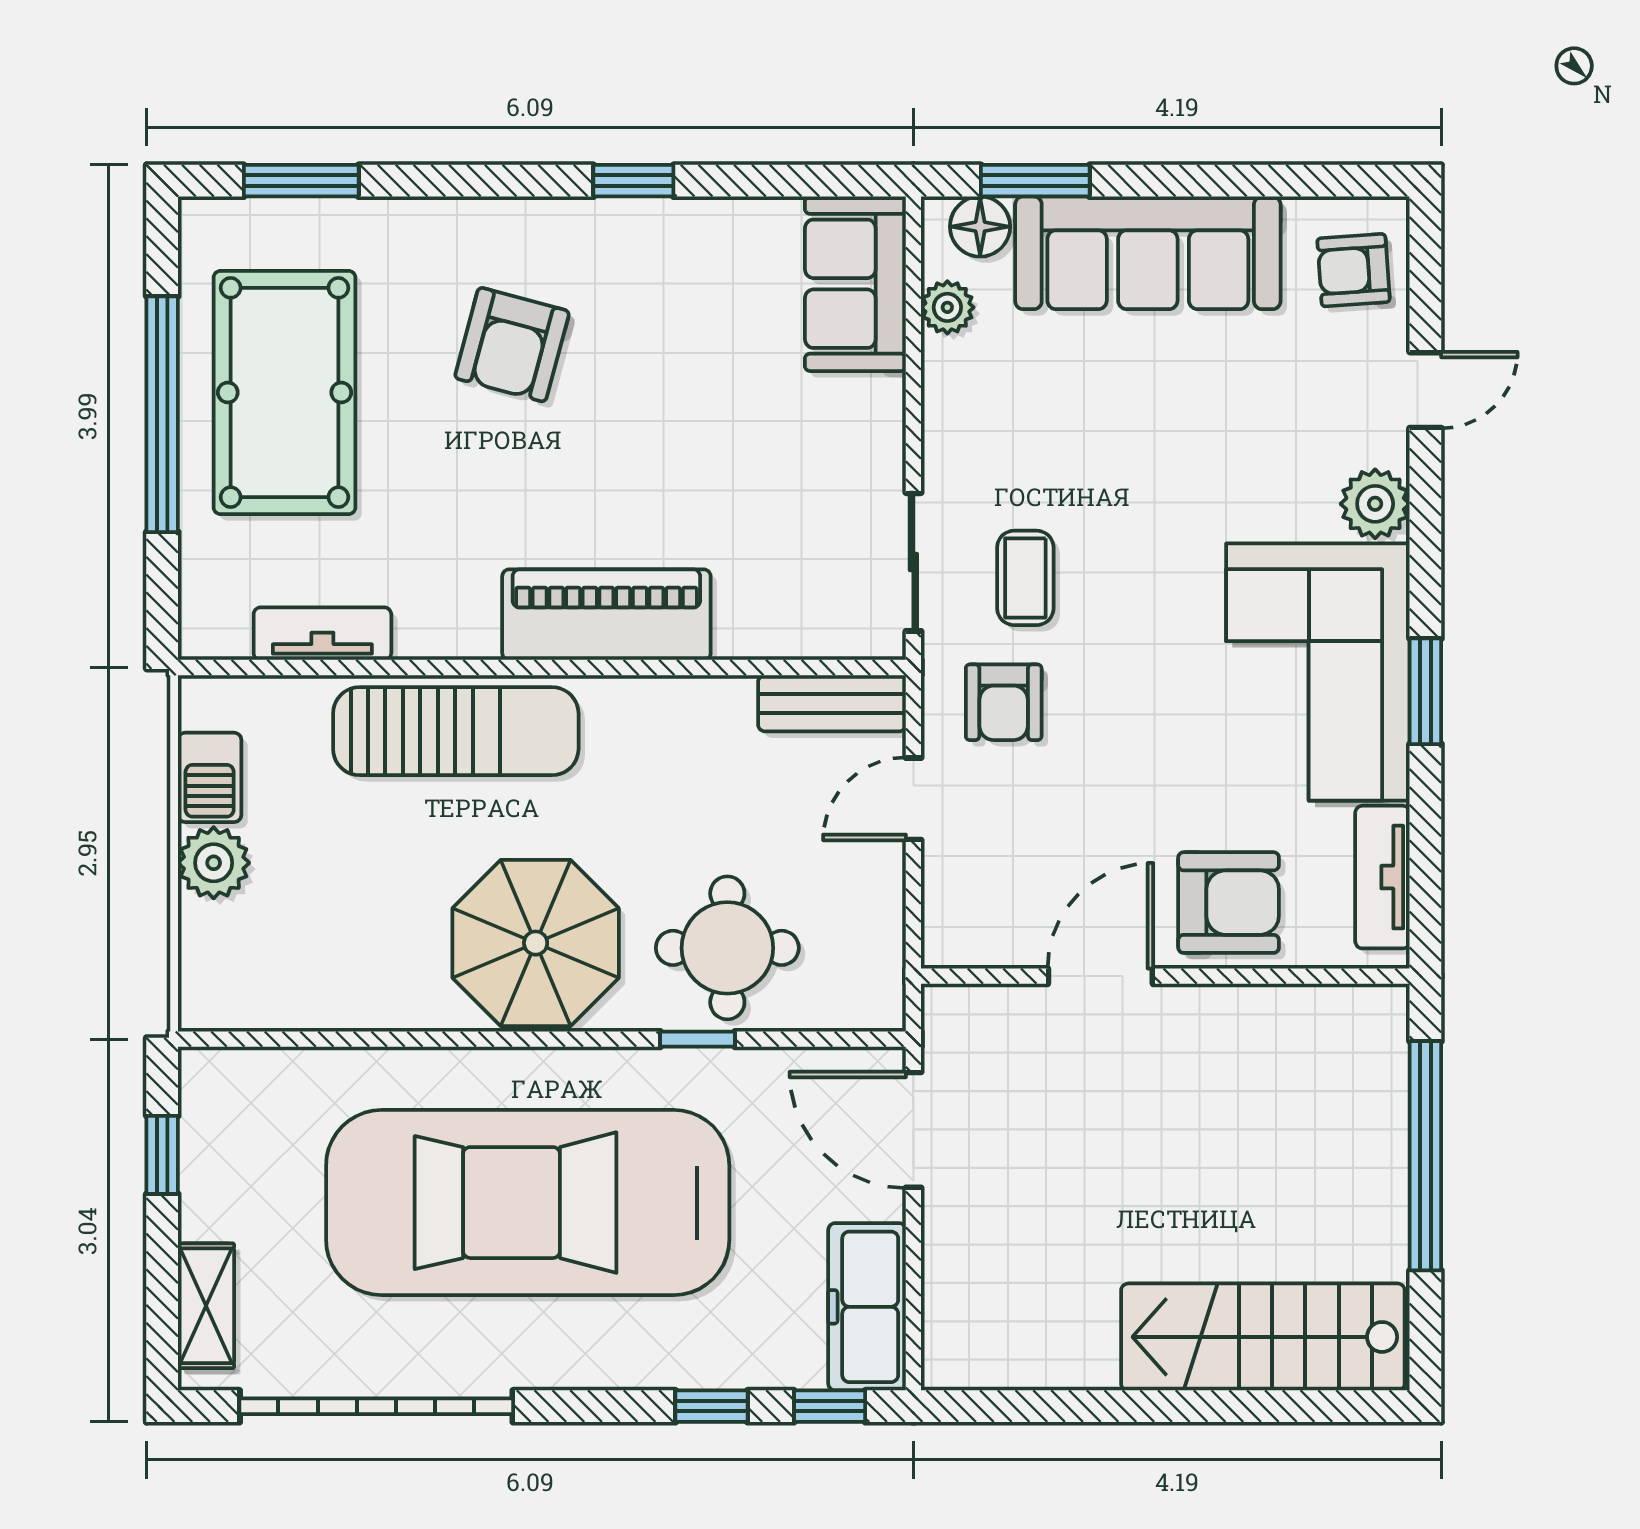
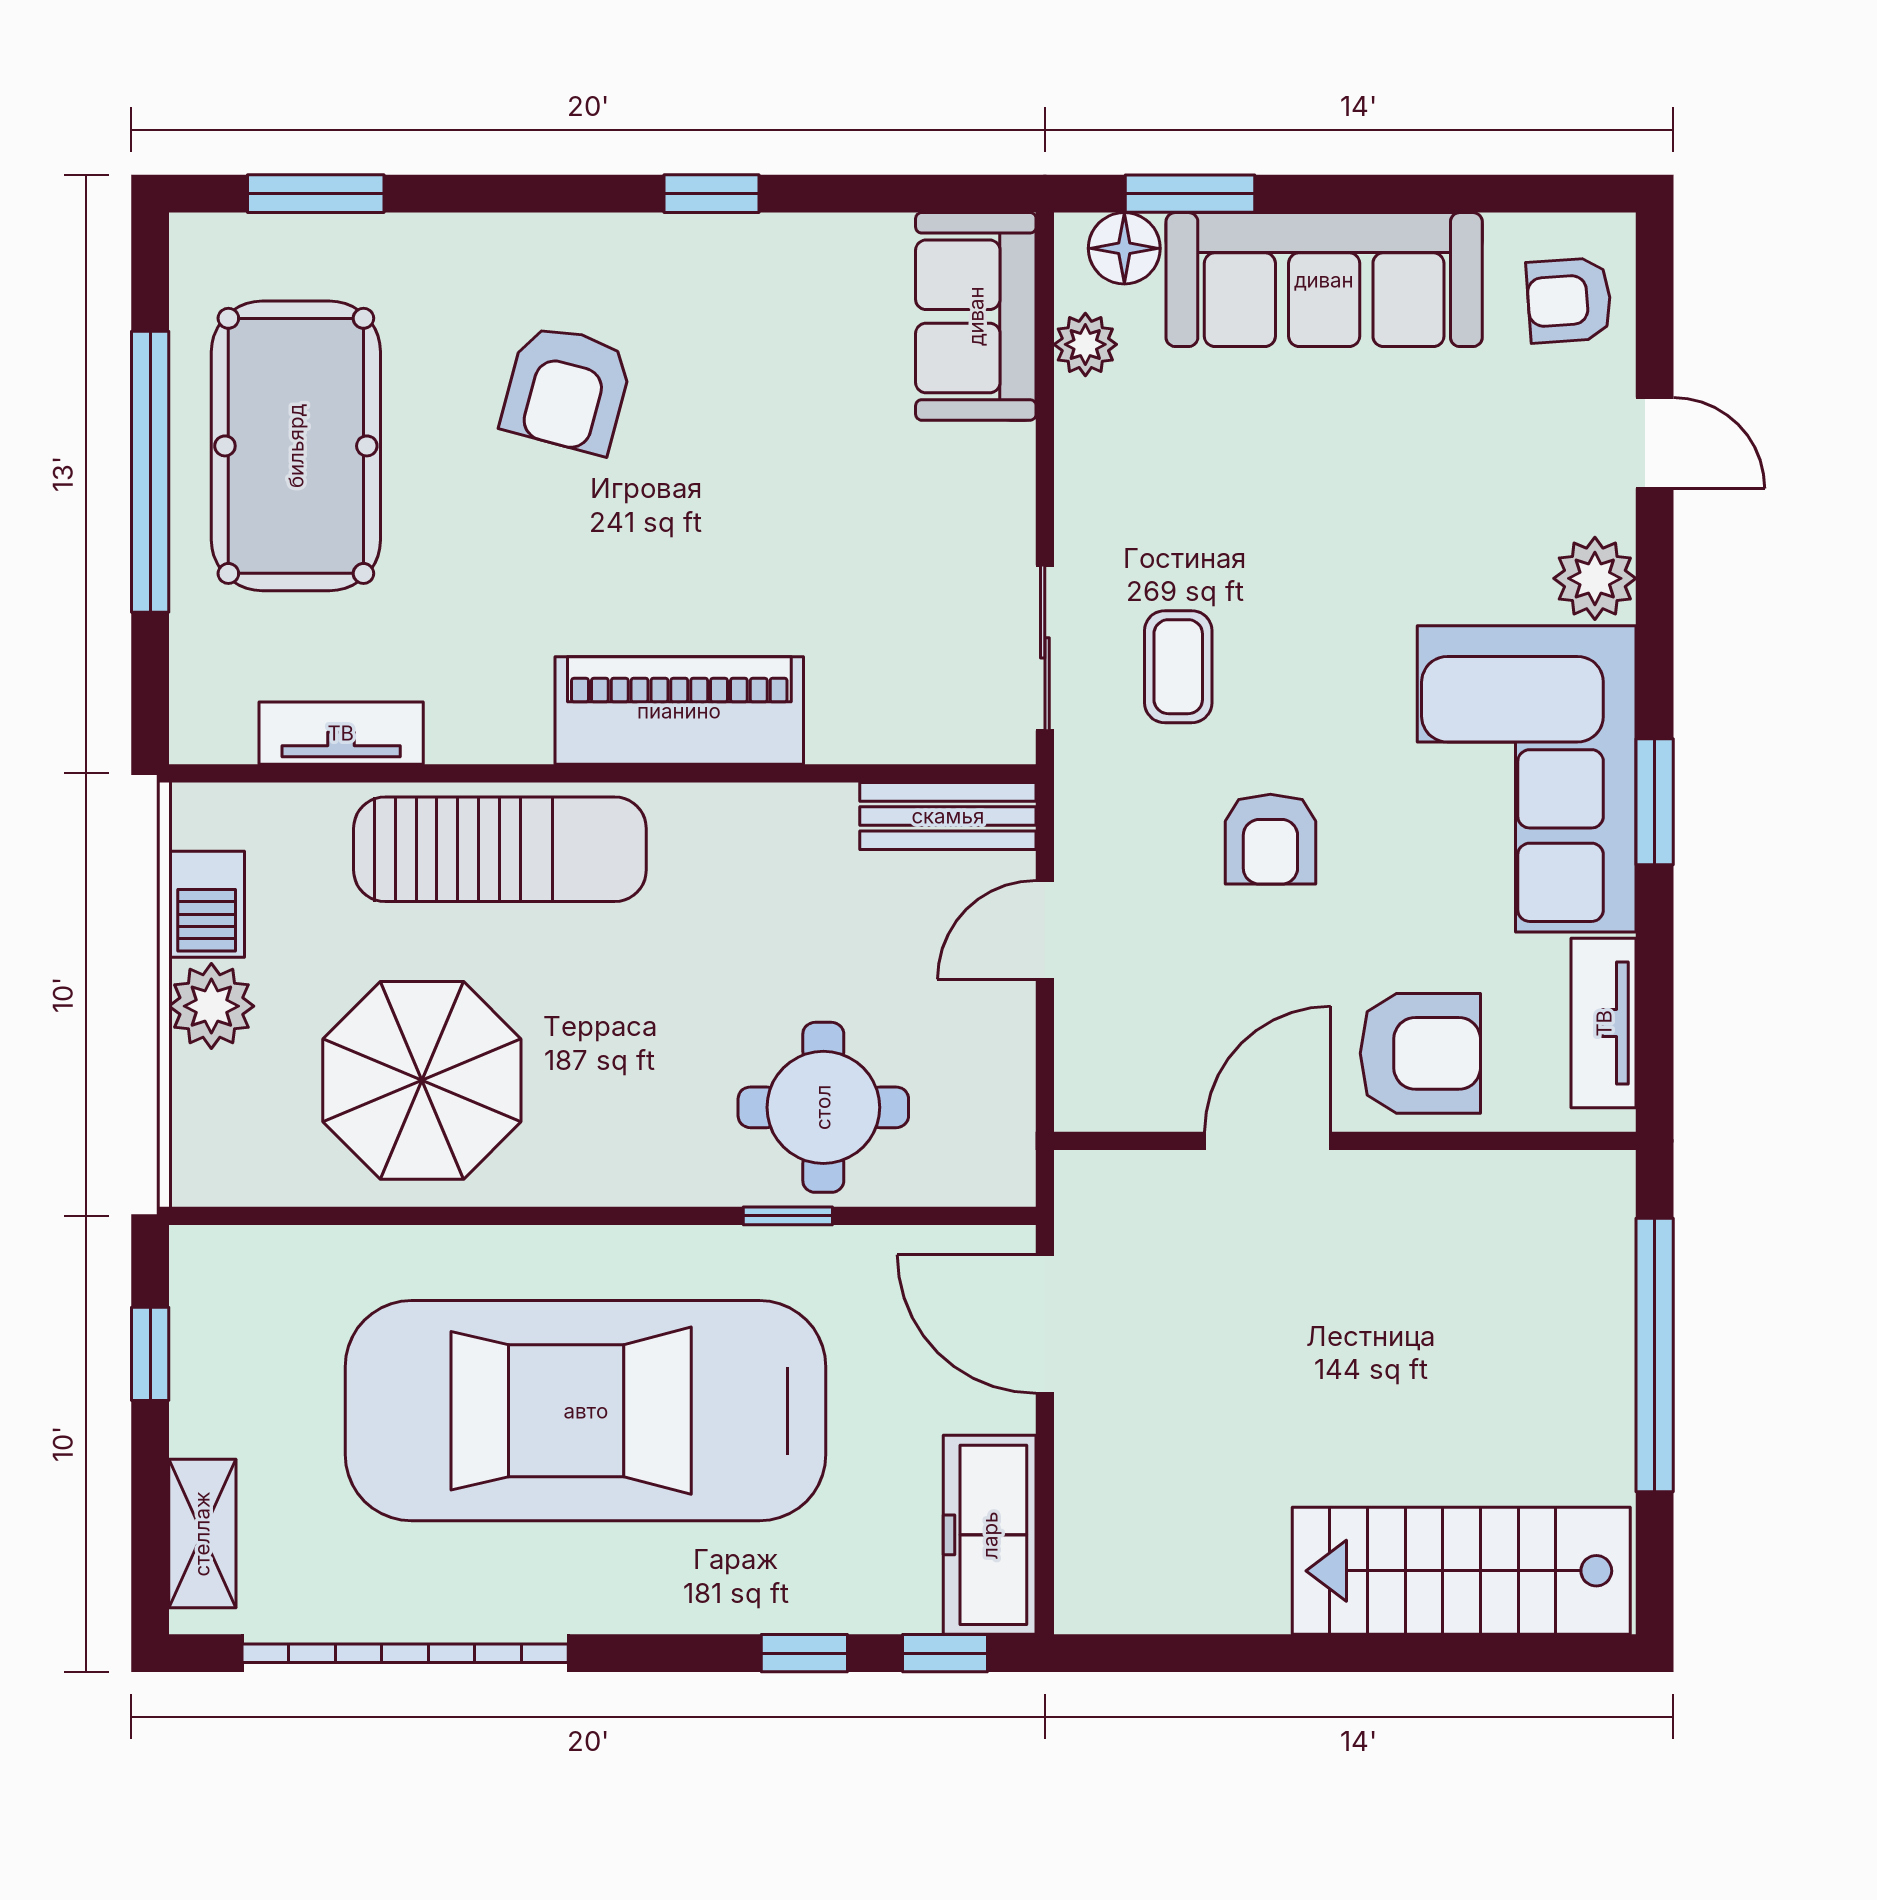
door: (1425, 390) -> (1655, 443), hinge flipped
armchair: (1004, 702) -> (1270, 839), moved
parasol: (536, 943) -> (422, 1080), moved

